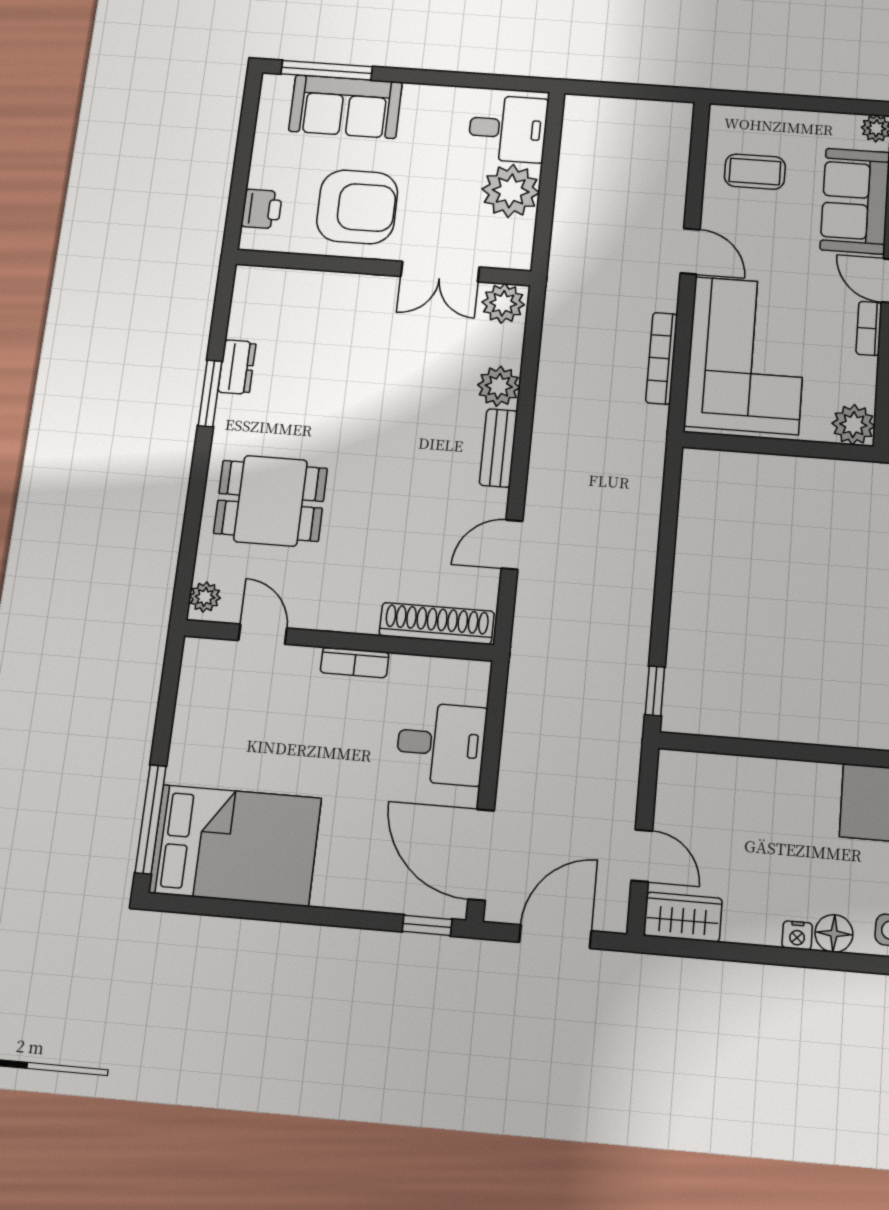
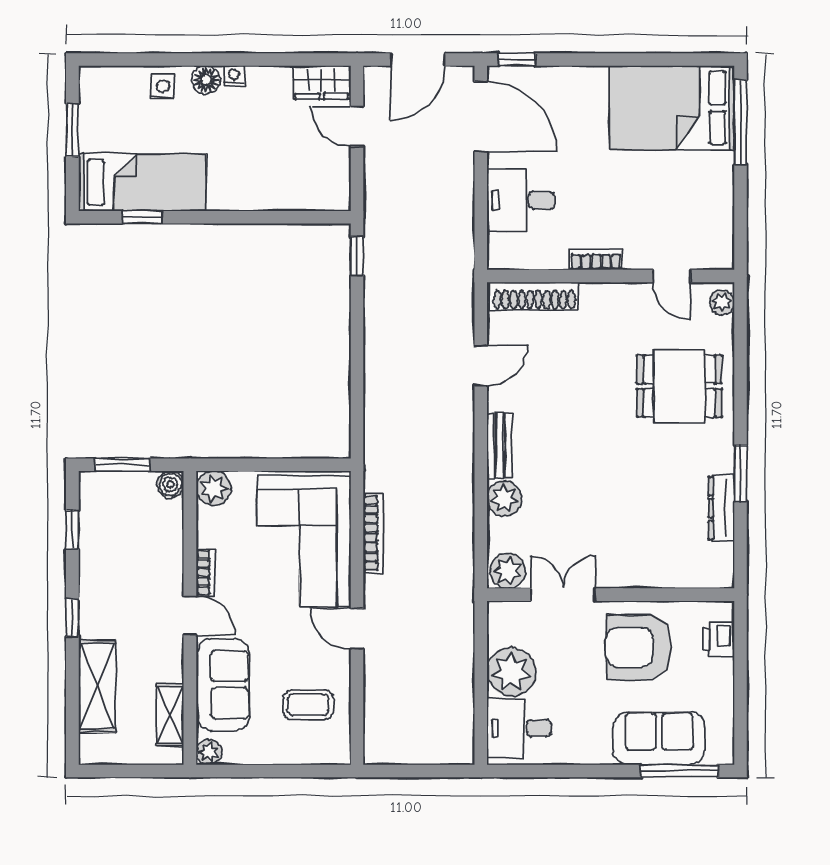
dresser: (237, 367) -> (721, 508), width x1.44

